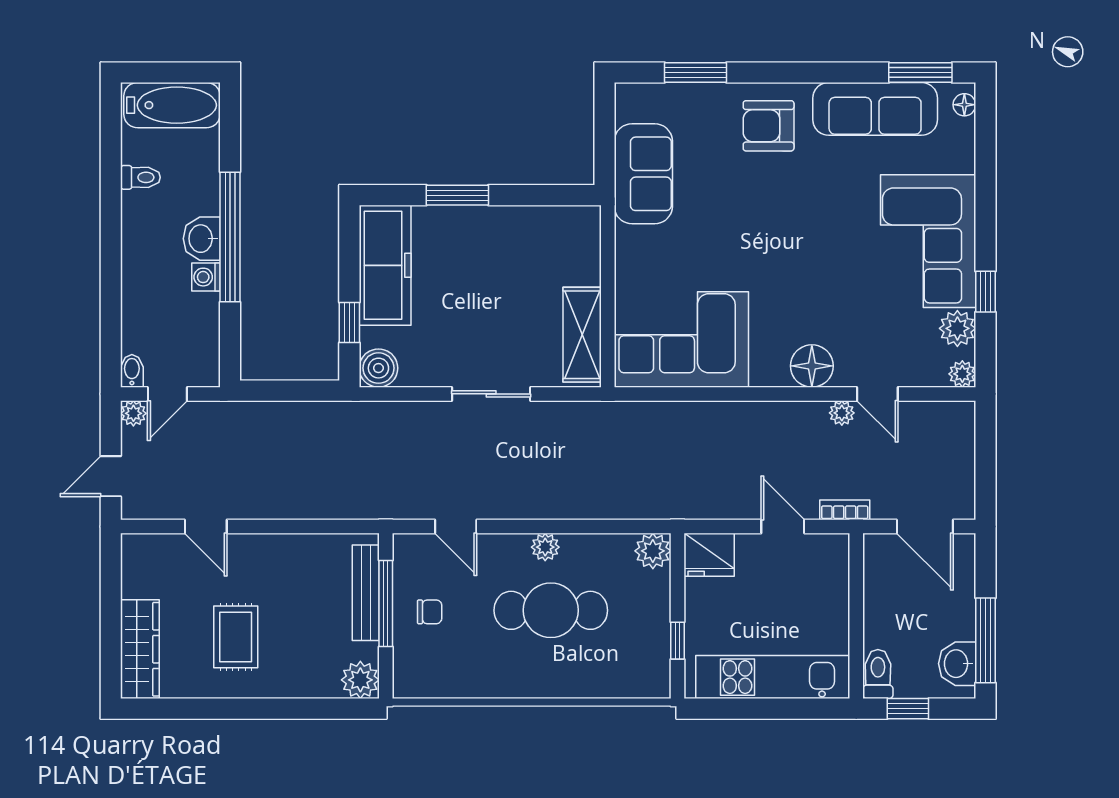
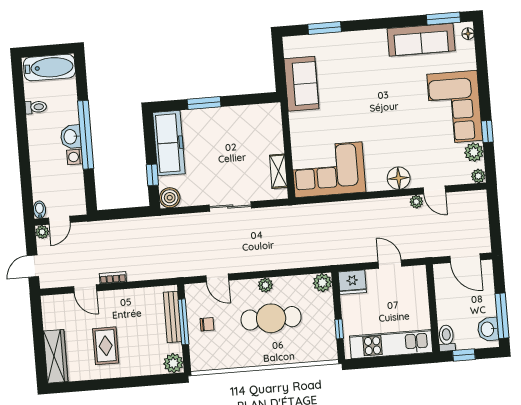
armchair: (769, 126) -> (365, 53), removed
shelving: (582, 335) -> (278, 171), width x0.67, depth x0.75
bookcase: (845, 510) -> (113, 278), moved

